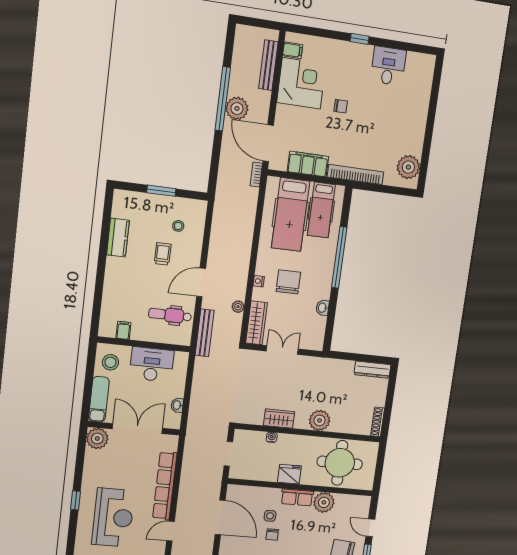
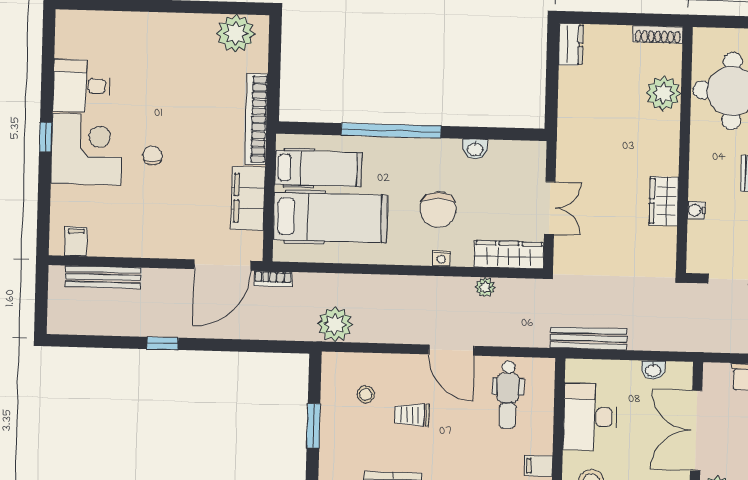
corner desk: (301, 83) -> (87, 149), moved, turned 90
window: (223, 99) -> (162, 343), width x0.32
plant: (237, 108) -> (335, 324), moved
chair: (288, 282) -> (438, 210), turned -90
bench: (205, 333) -> (589, 338), moved
double door: (282, 350) -> (550, 208), swing flipped
dresser: (372, 370) -> (571, 45), width x0.70
plant: (320, 420) -> (663, 93), moved

